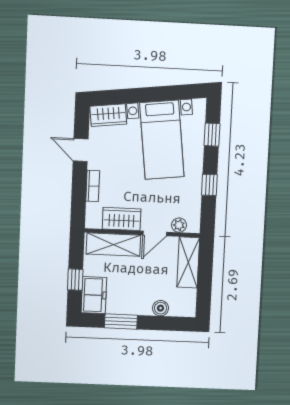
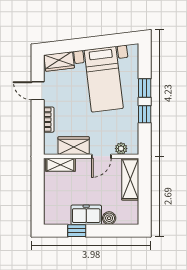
window: (212, 135) -> (145, 88), moved
shelving: (113, 245) -> (60, 165), width x0.67, depth x0.75
window: (75, 280) -> (38, 197), removed
freezer: (94, 295) -> (86, 215), moved, turned -90
window: (121, 322) -> (77, 231), width x0.67

